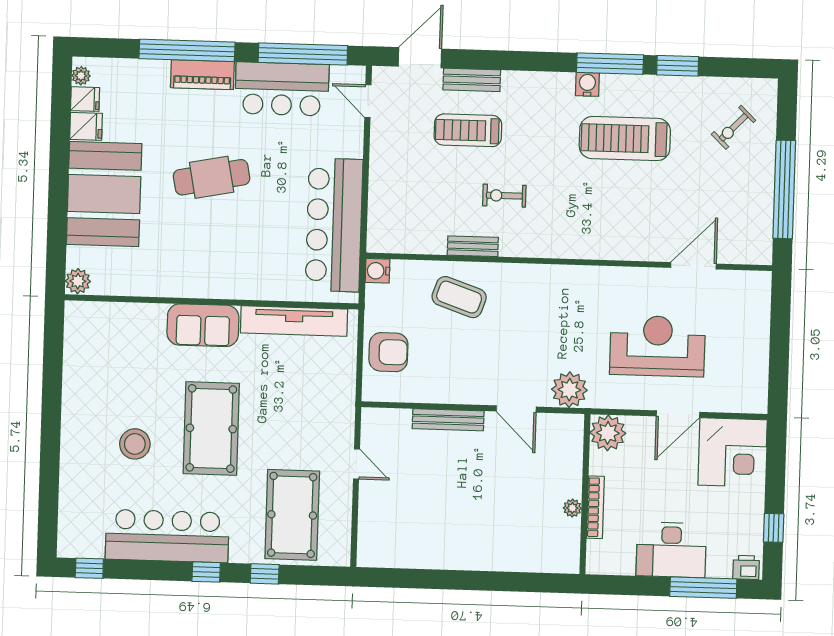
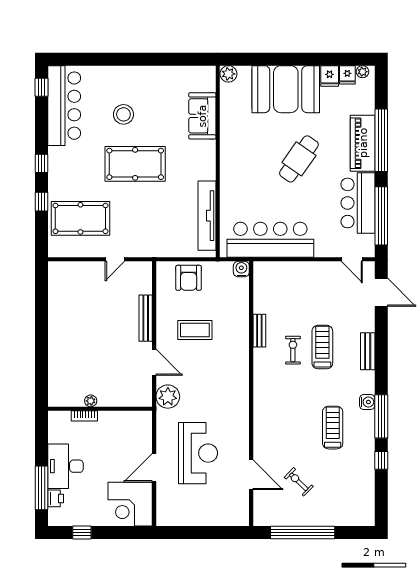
window: (678, 66) -> (381, 460), width x0.67
piano: (202, 75) -> (363, 143), width x1.37, depth x1.33
bench: (472, 80) -> (368, 351), moved
door: (368, 101) -> (352, 259), swing flipped
exercise bike: (734, 127) -> (299, 482), moved
treadmill: (468, 130) -> (322, 347), moved
treadmill: (625, 138) -> (333, 428), width x0.73, depth x0.73
cafe table: (212, 177) -> (299, 159), turned 46
coffee table: (459, 297) -> (195, 330), moved, turned 71
sofa: (203, 325) -> (202, 116), moved
door: (516, 409) -> (154, 362), swing flipped
door: (678, 414) -> (154, 468), hinge flipped
plant: (608, 433) -> (140, 422), removed
bookcase: (595, 507) -> (84, 416), width x0.64
bar counter: (167, 536) -> (64, 106), moved
printer: (746, 567) -> (56, 498), moved

